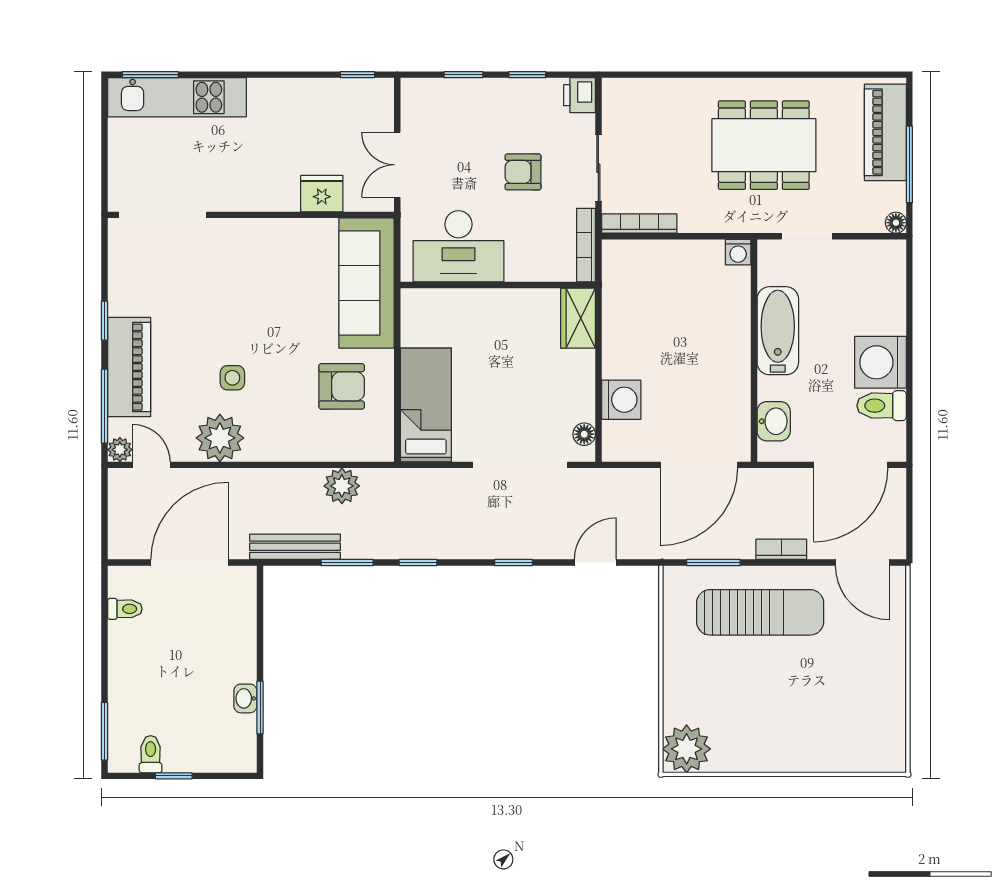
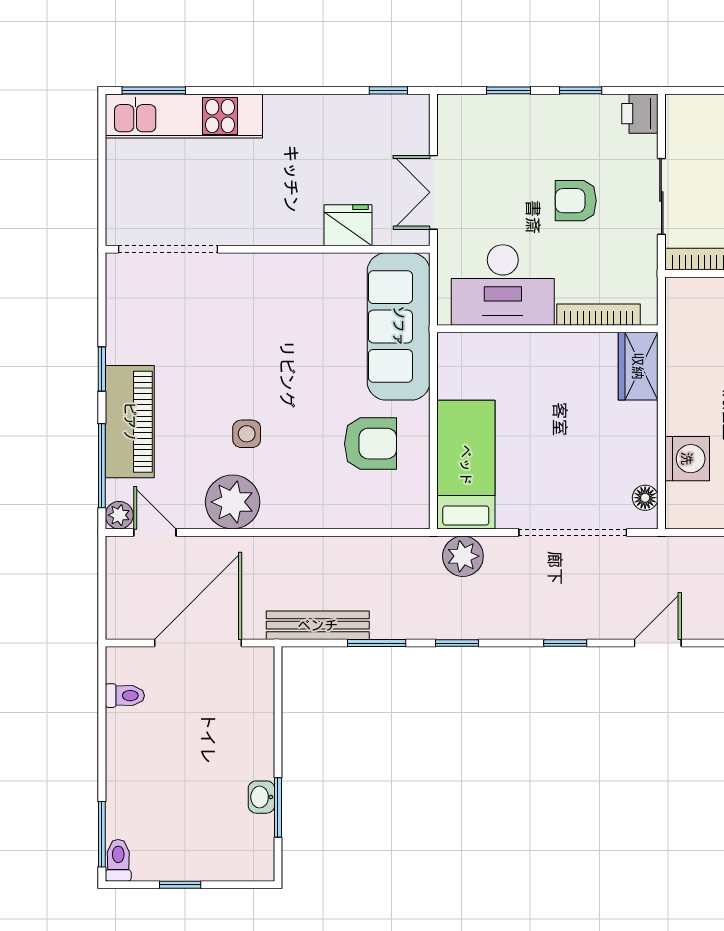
bookcase: (586, 245) -> (599, 315), moved, turned 90
plant: (342, 486) -> (463, 556), moved
toilet: (151, 754) -> (118, 860), moved

